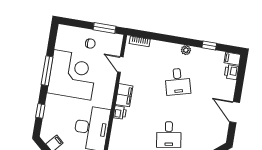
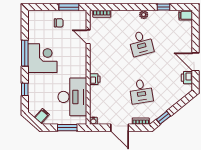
printer: (231, 72) -> (187, 78), moved
corner desk: (72, 75) -> (42, 58), width x0.74, depth x0.74
filing cabinet: (124, 95) -> (96, 63), removed

